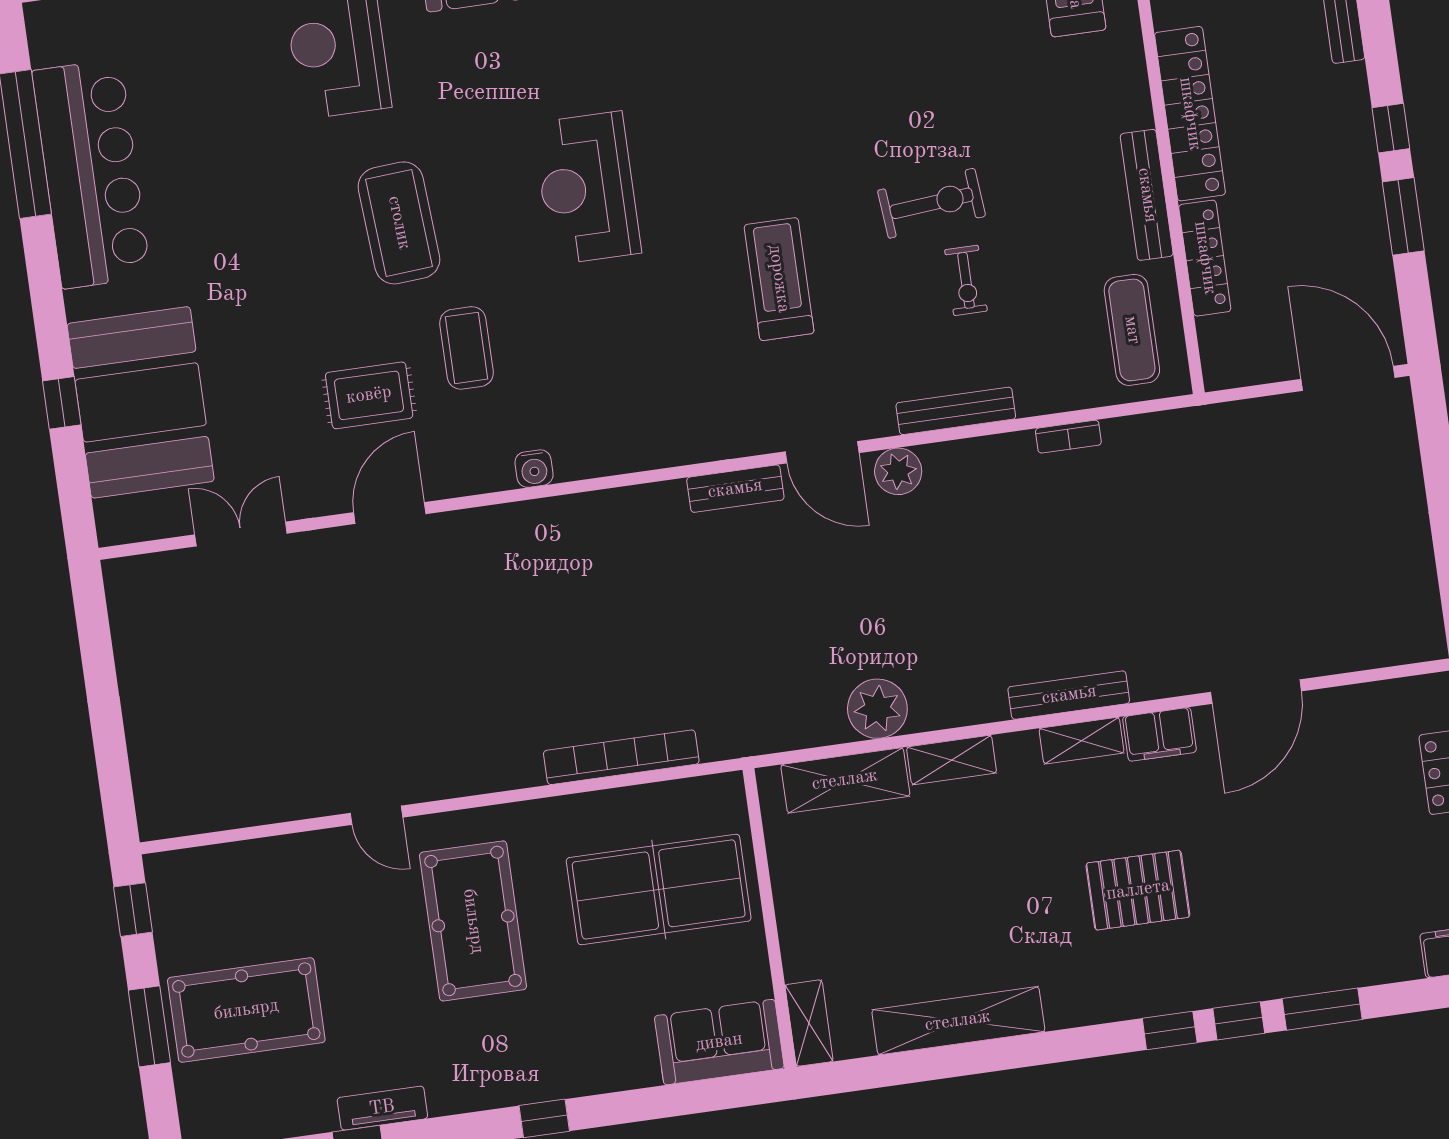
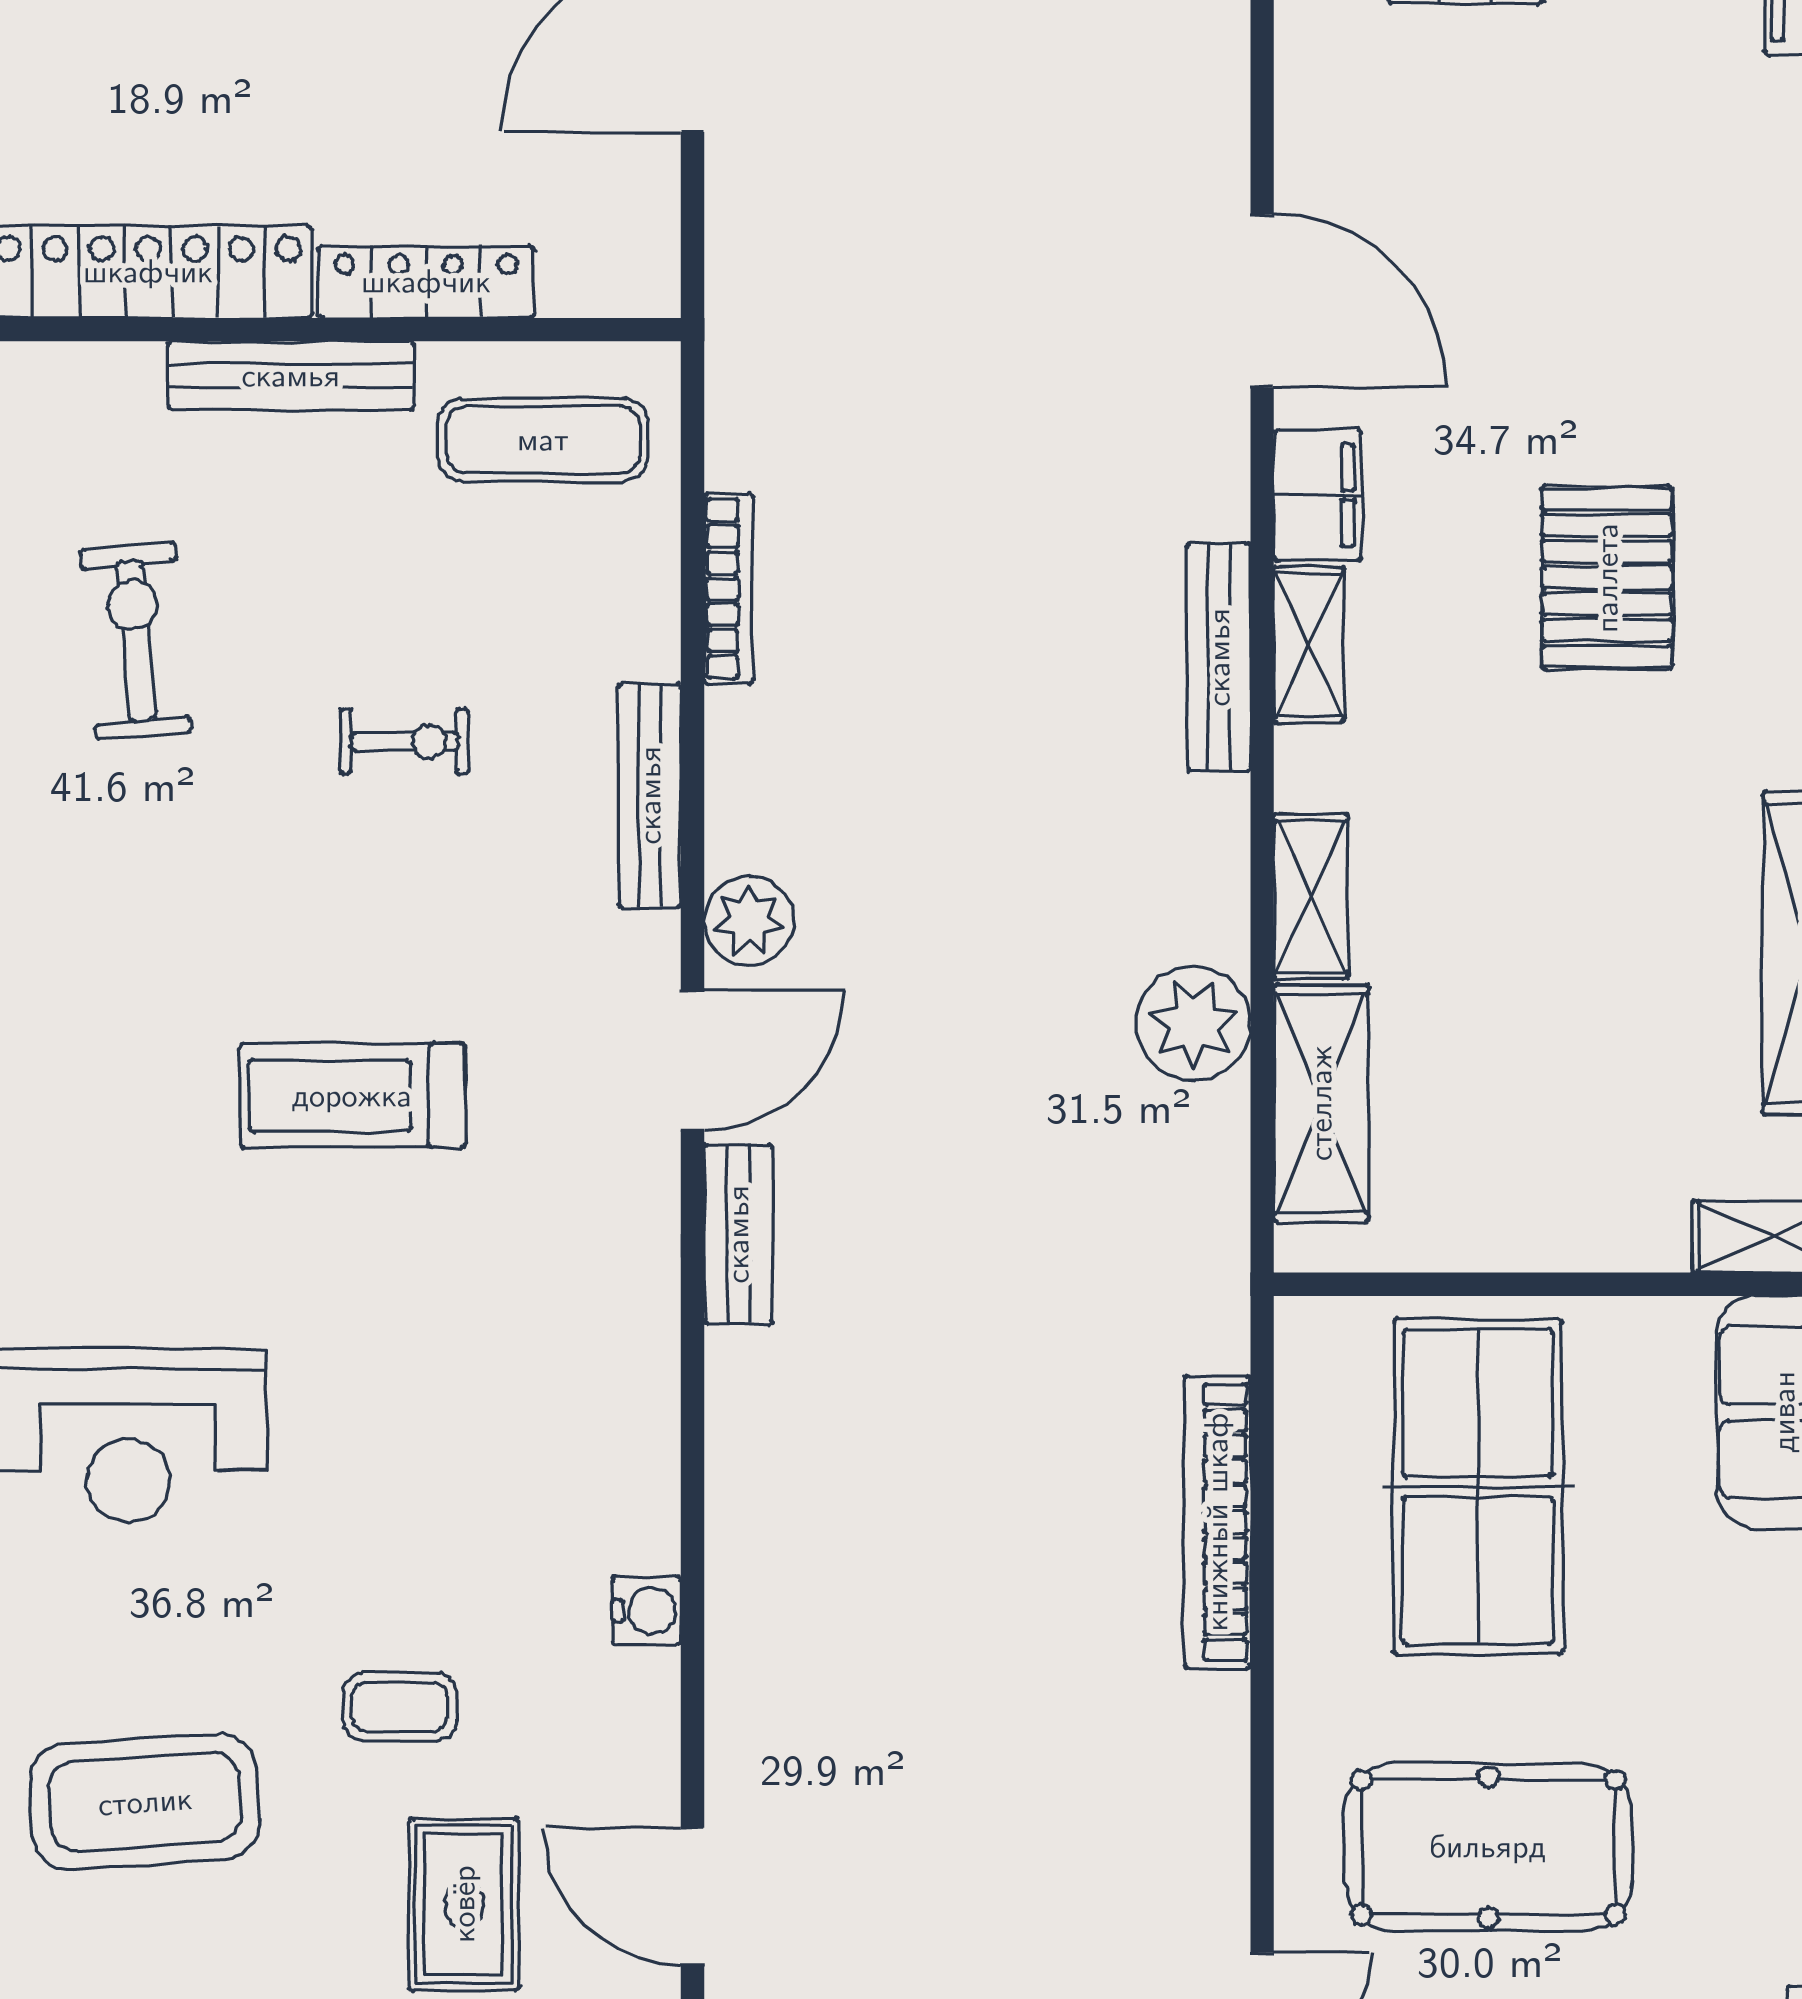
exercise bike: (932, 203) -> (136, 641), moved
coffee table: (466, 348) -> (400, 1707), width x0.73, depth x0.77
bookcase: (1068, 437) -> (728, 589), width x1.56

